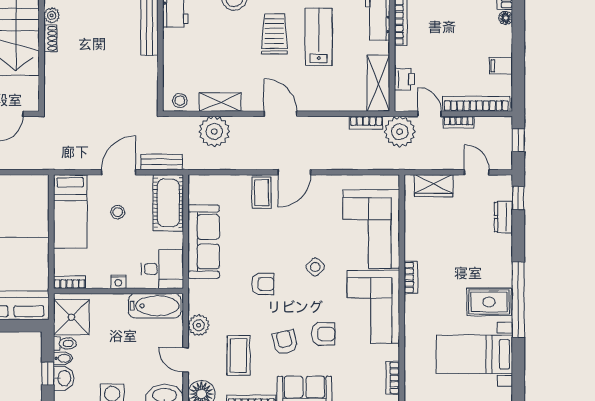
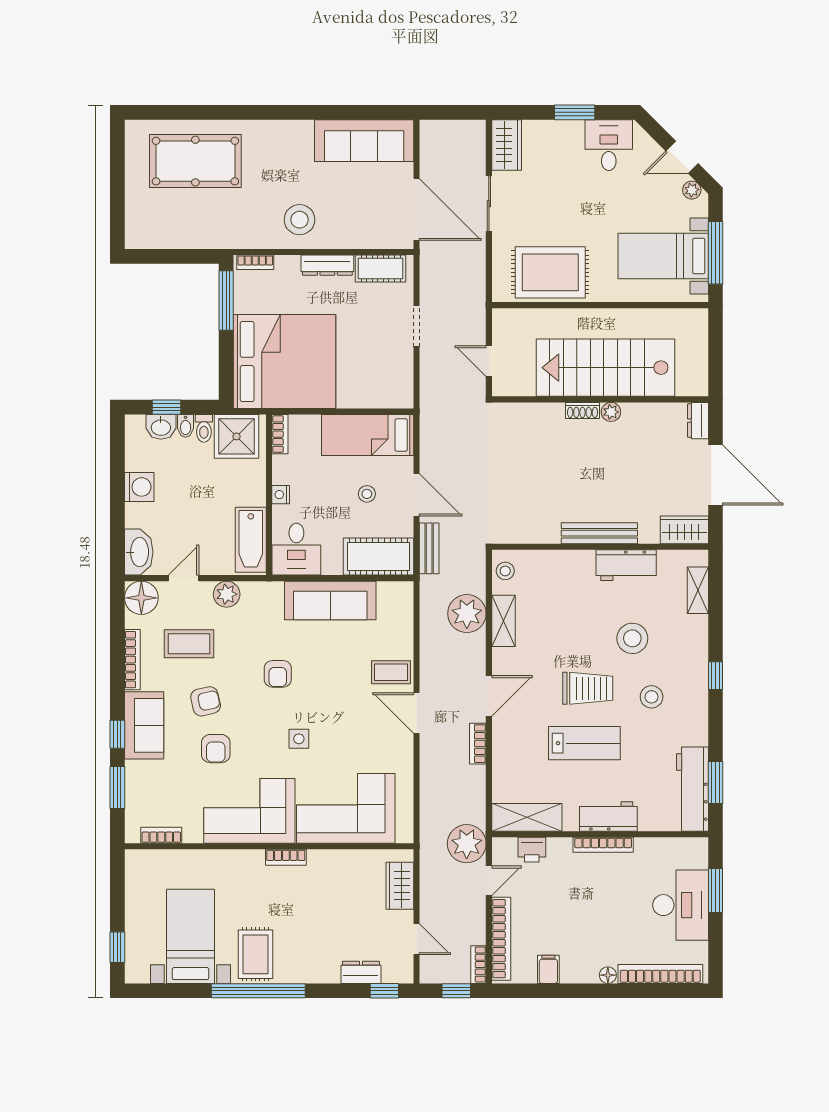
bookcase: (459, 122) -> (478, 965), moved
bookcase: (366, 123) -> (478, 744), moved
door: (477, 172) -> (416, 939), hinge flipped
side table: (315, 267) -> (299, 739), turned 45

